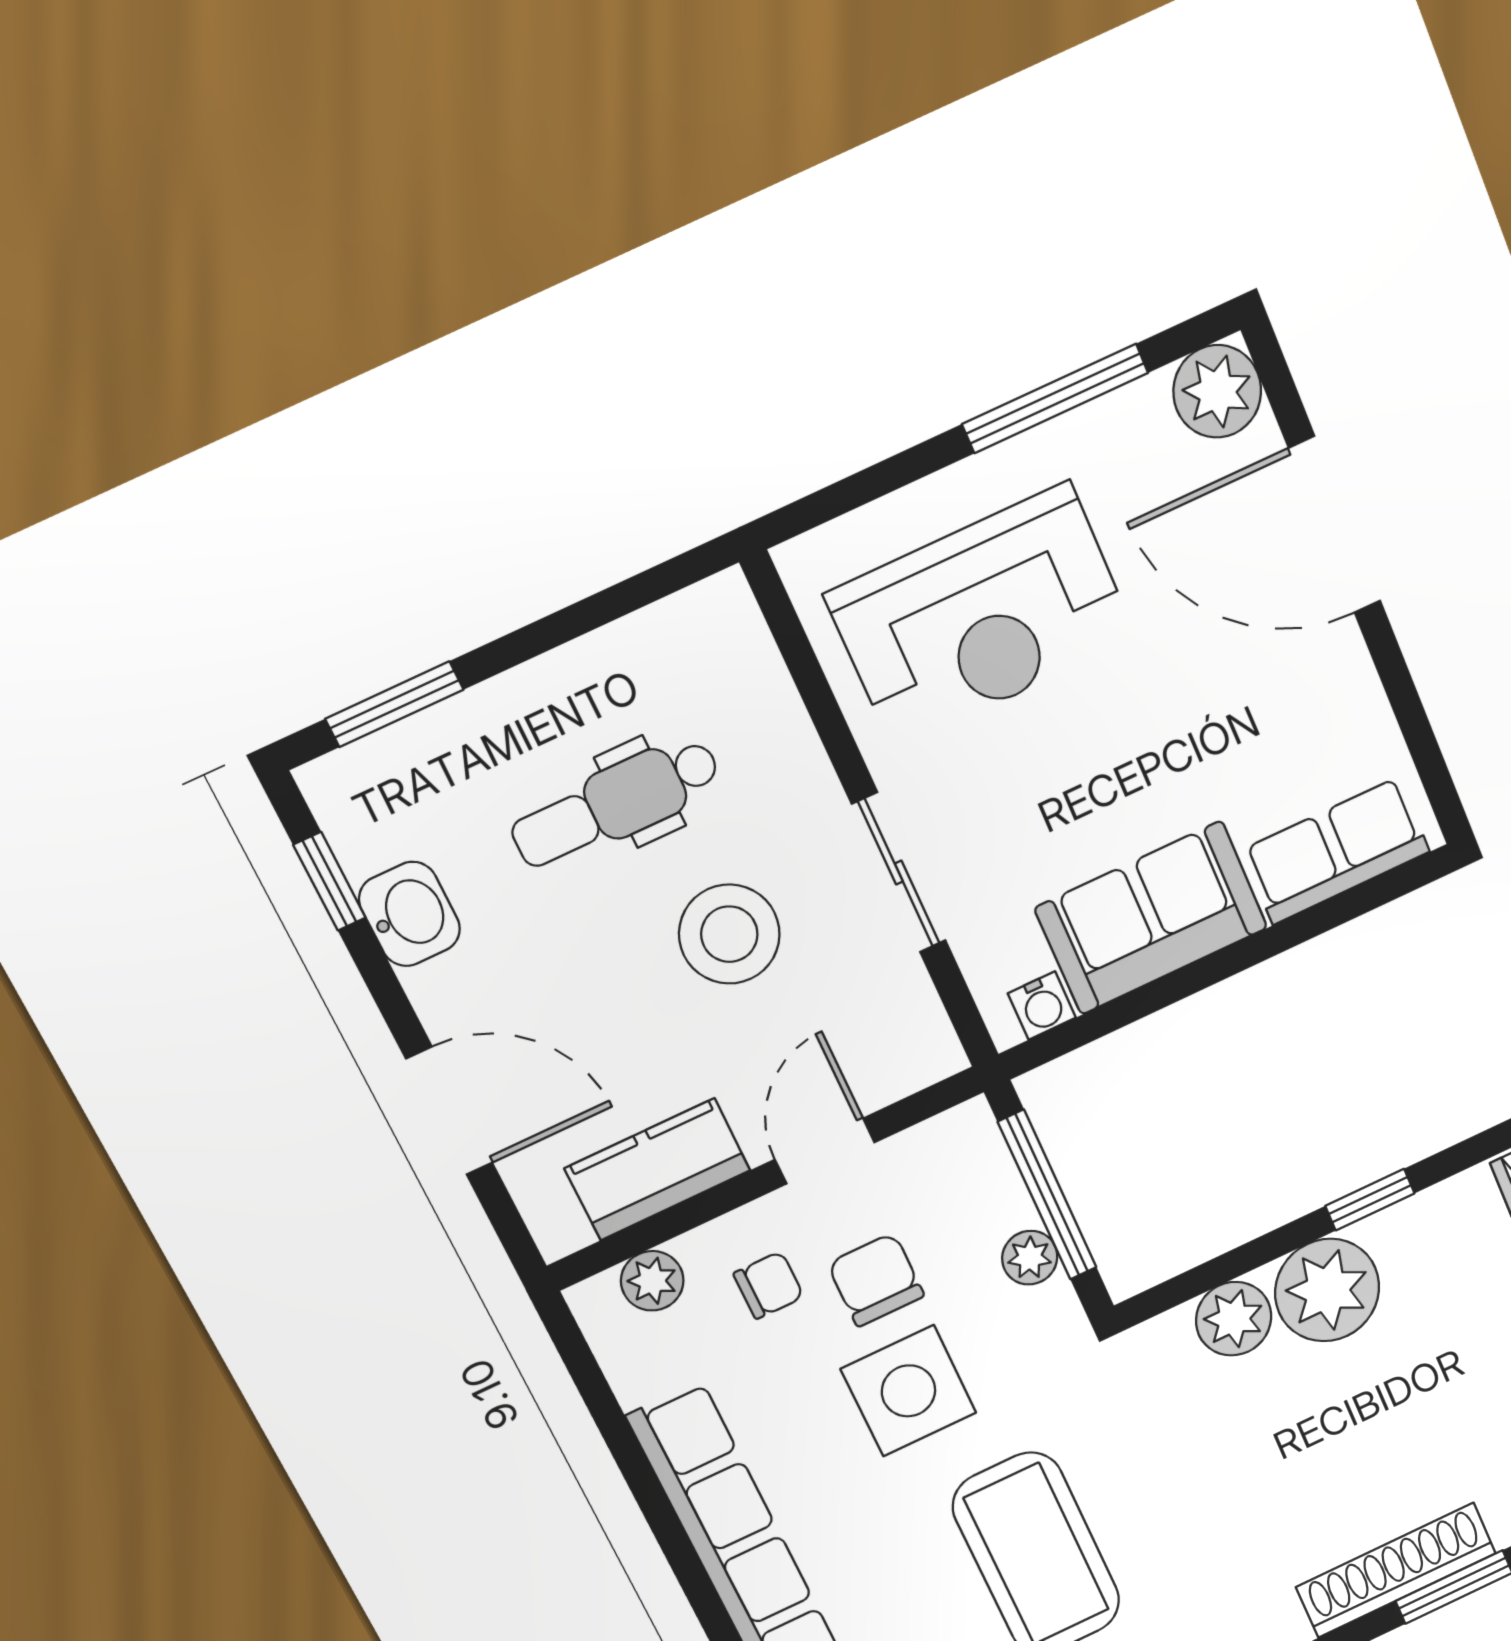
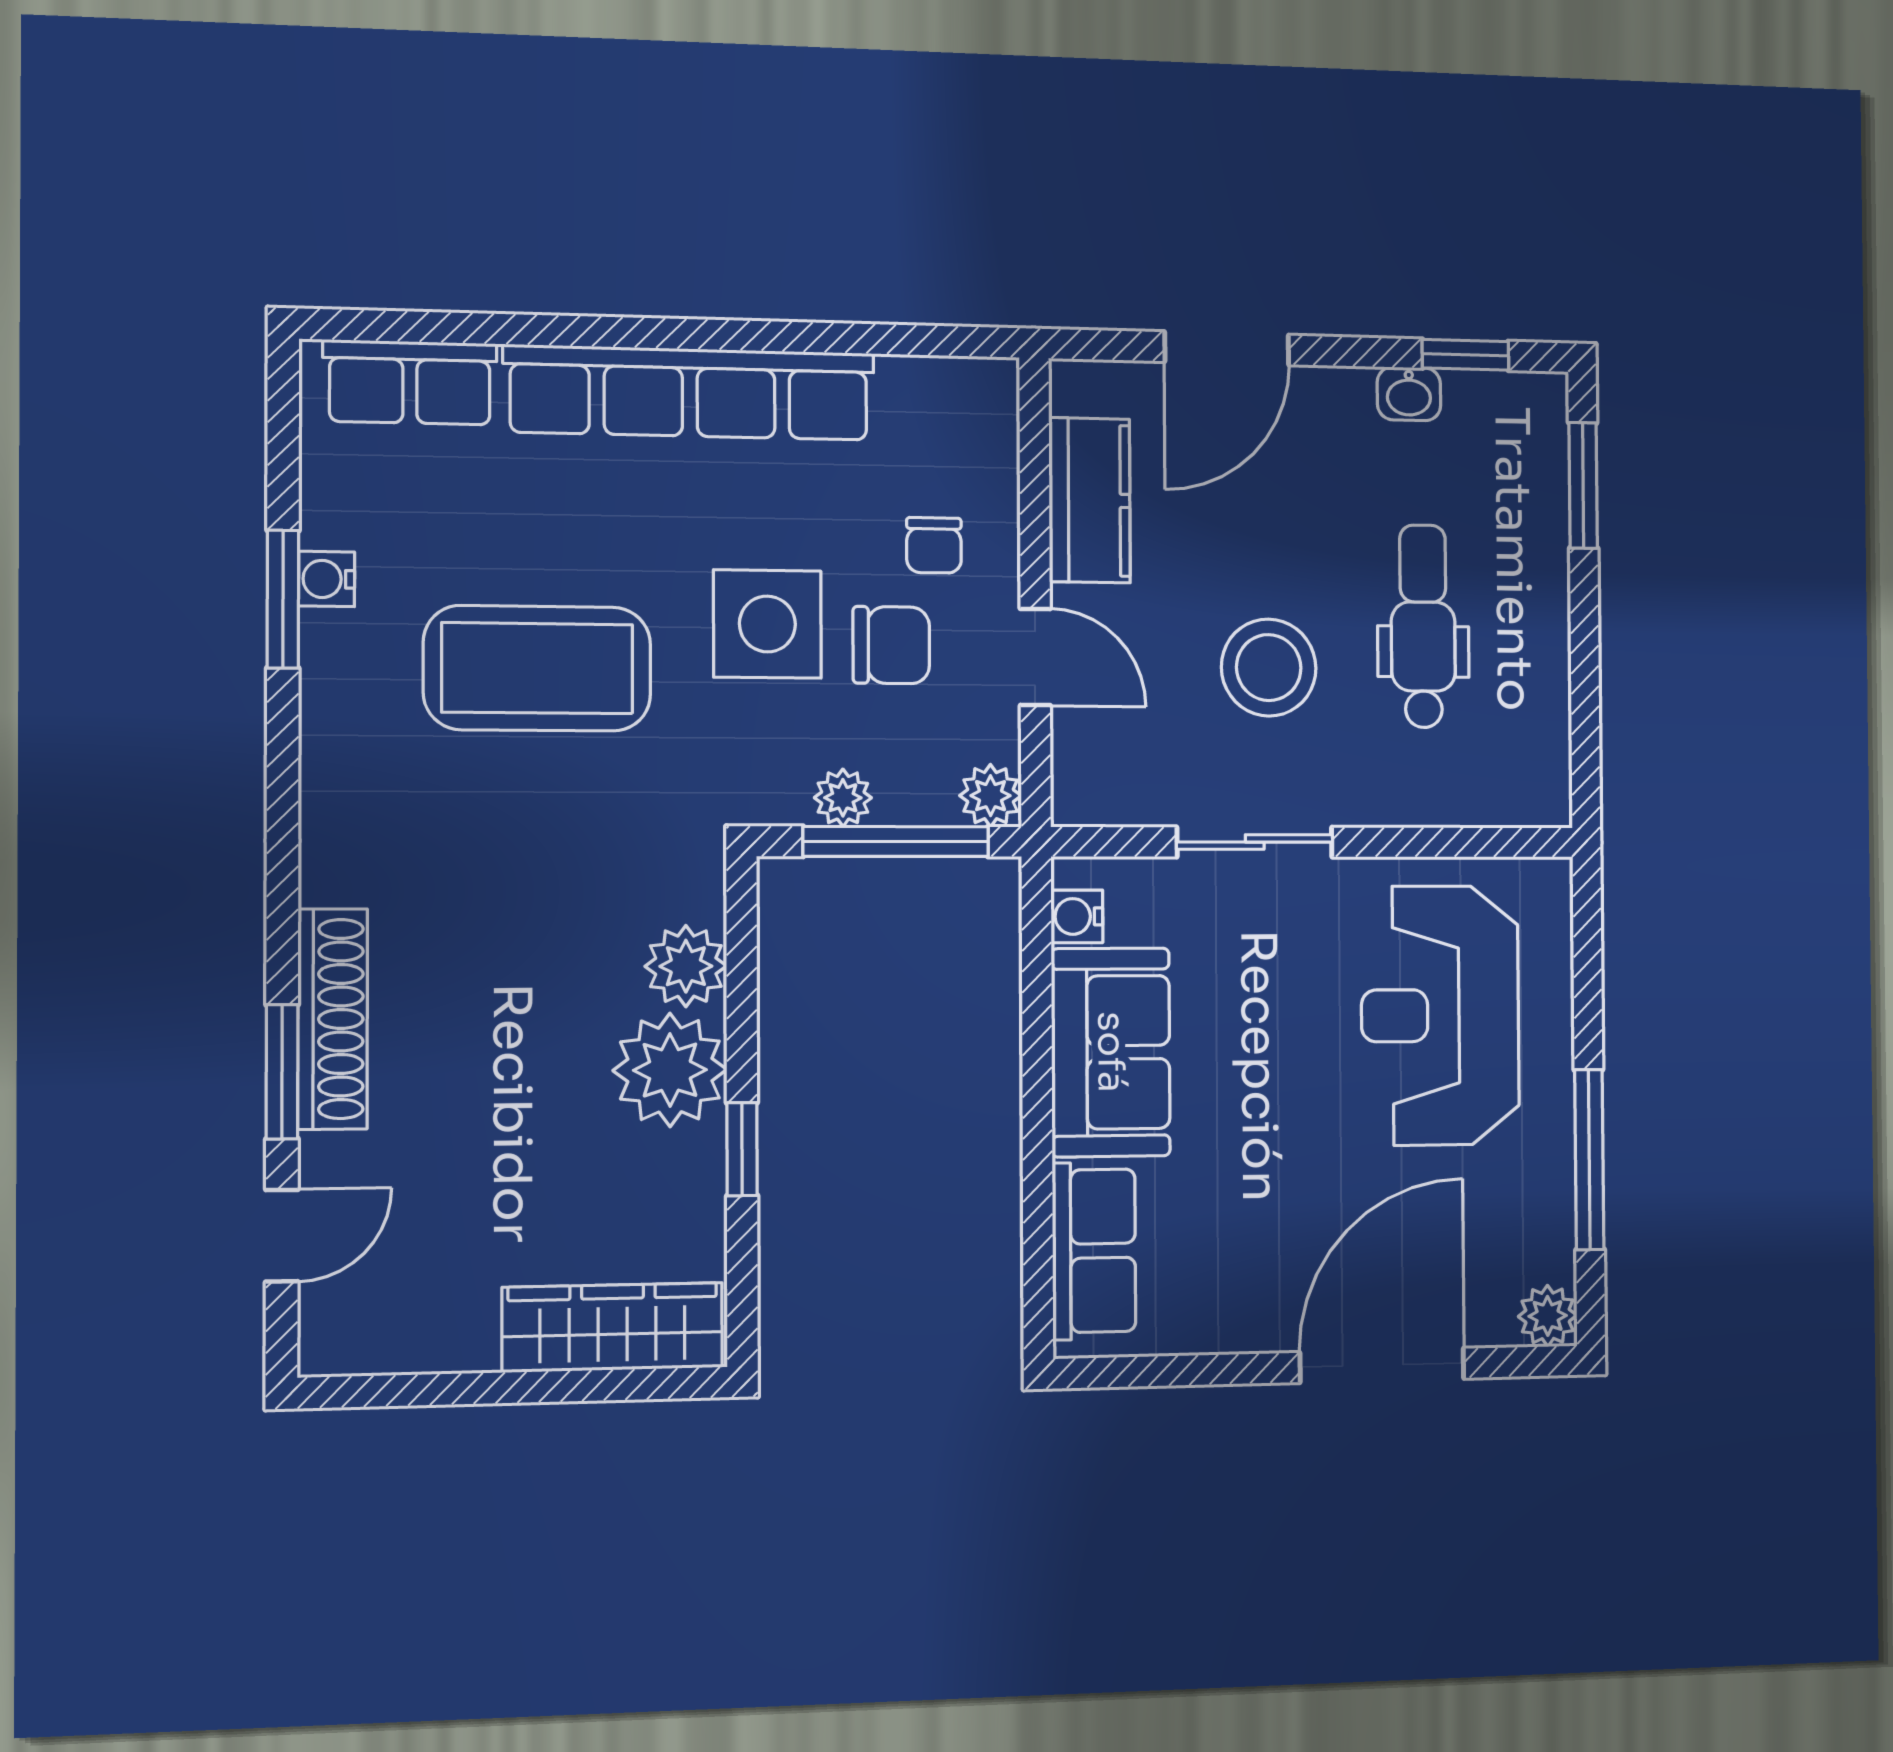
plant: (1217, 391) -> (1548, 1316), width x0.73, depth x0.73
washbasin: (410, 914) -> (1409, 394), width x0.72, depth x0.69
plant: (652, 1281) -> (991, 796), moved

